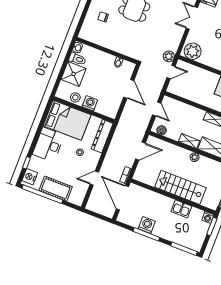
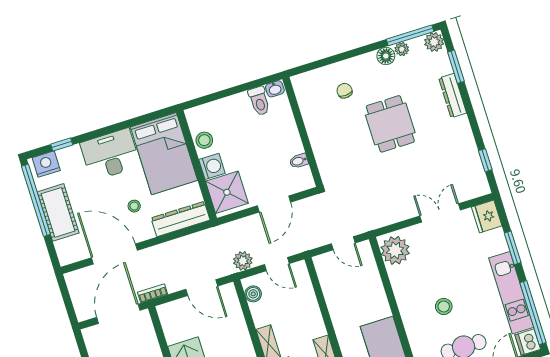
plant: (169, 56) -> (243, 261), moved
shower: (74, 74) -> (227, 192), moved
door: (157, 109) -> (277, 264), hinge flipped
door: (94, 178) -> (114, 254), width x1.88

